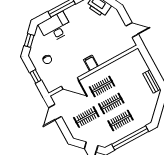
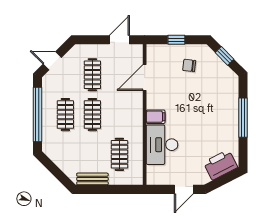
desk: (56, 27) -> (162, 145), moved, turned 180
door: (132, 30) -> (184, 189), moved
clothes rail: (102, 86) -> (119, 154), moved
door: (55, 112) -> (119, 40), hinge flipped

